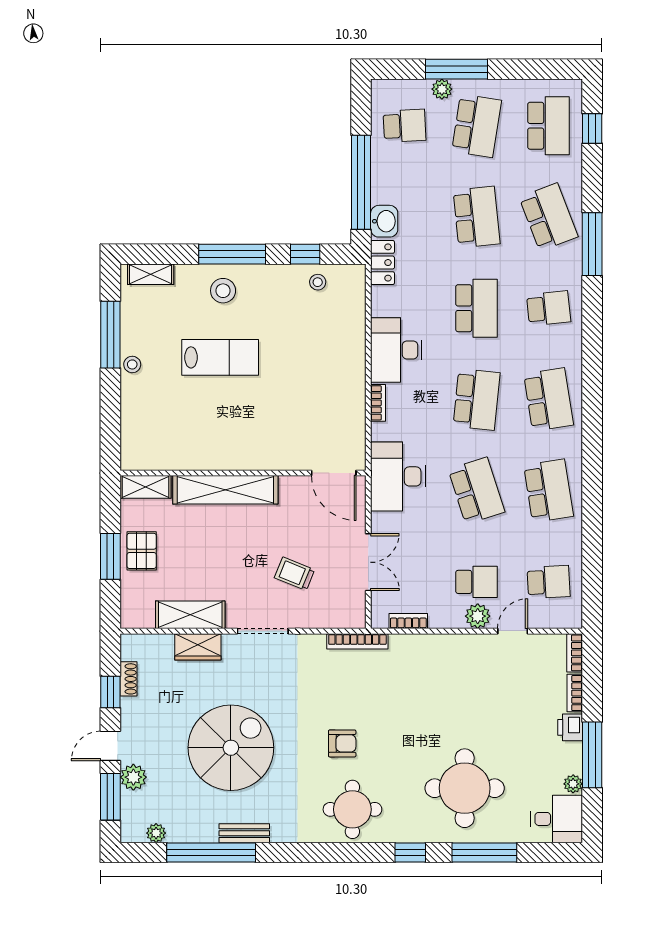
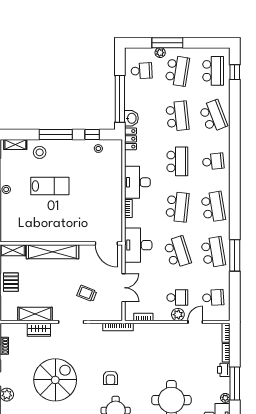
window: (592, 244) -> (235, 255), moved
stool: (223, 291) -> (40, 152), moved
armchair: (342, 743) -> (111, 378), turned 90

